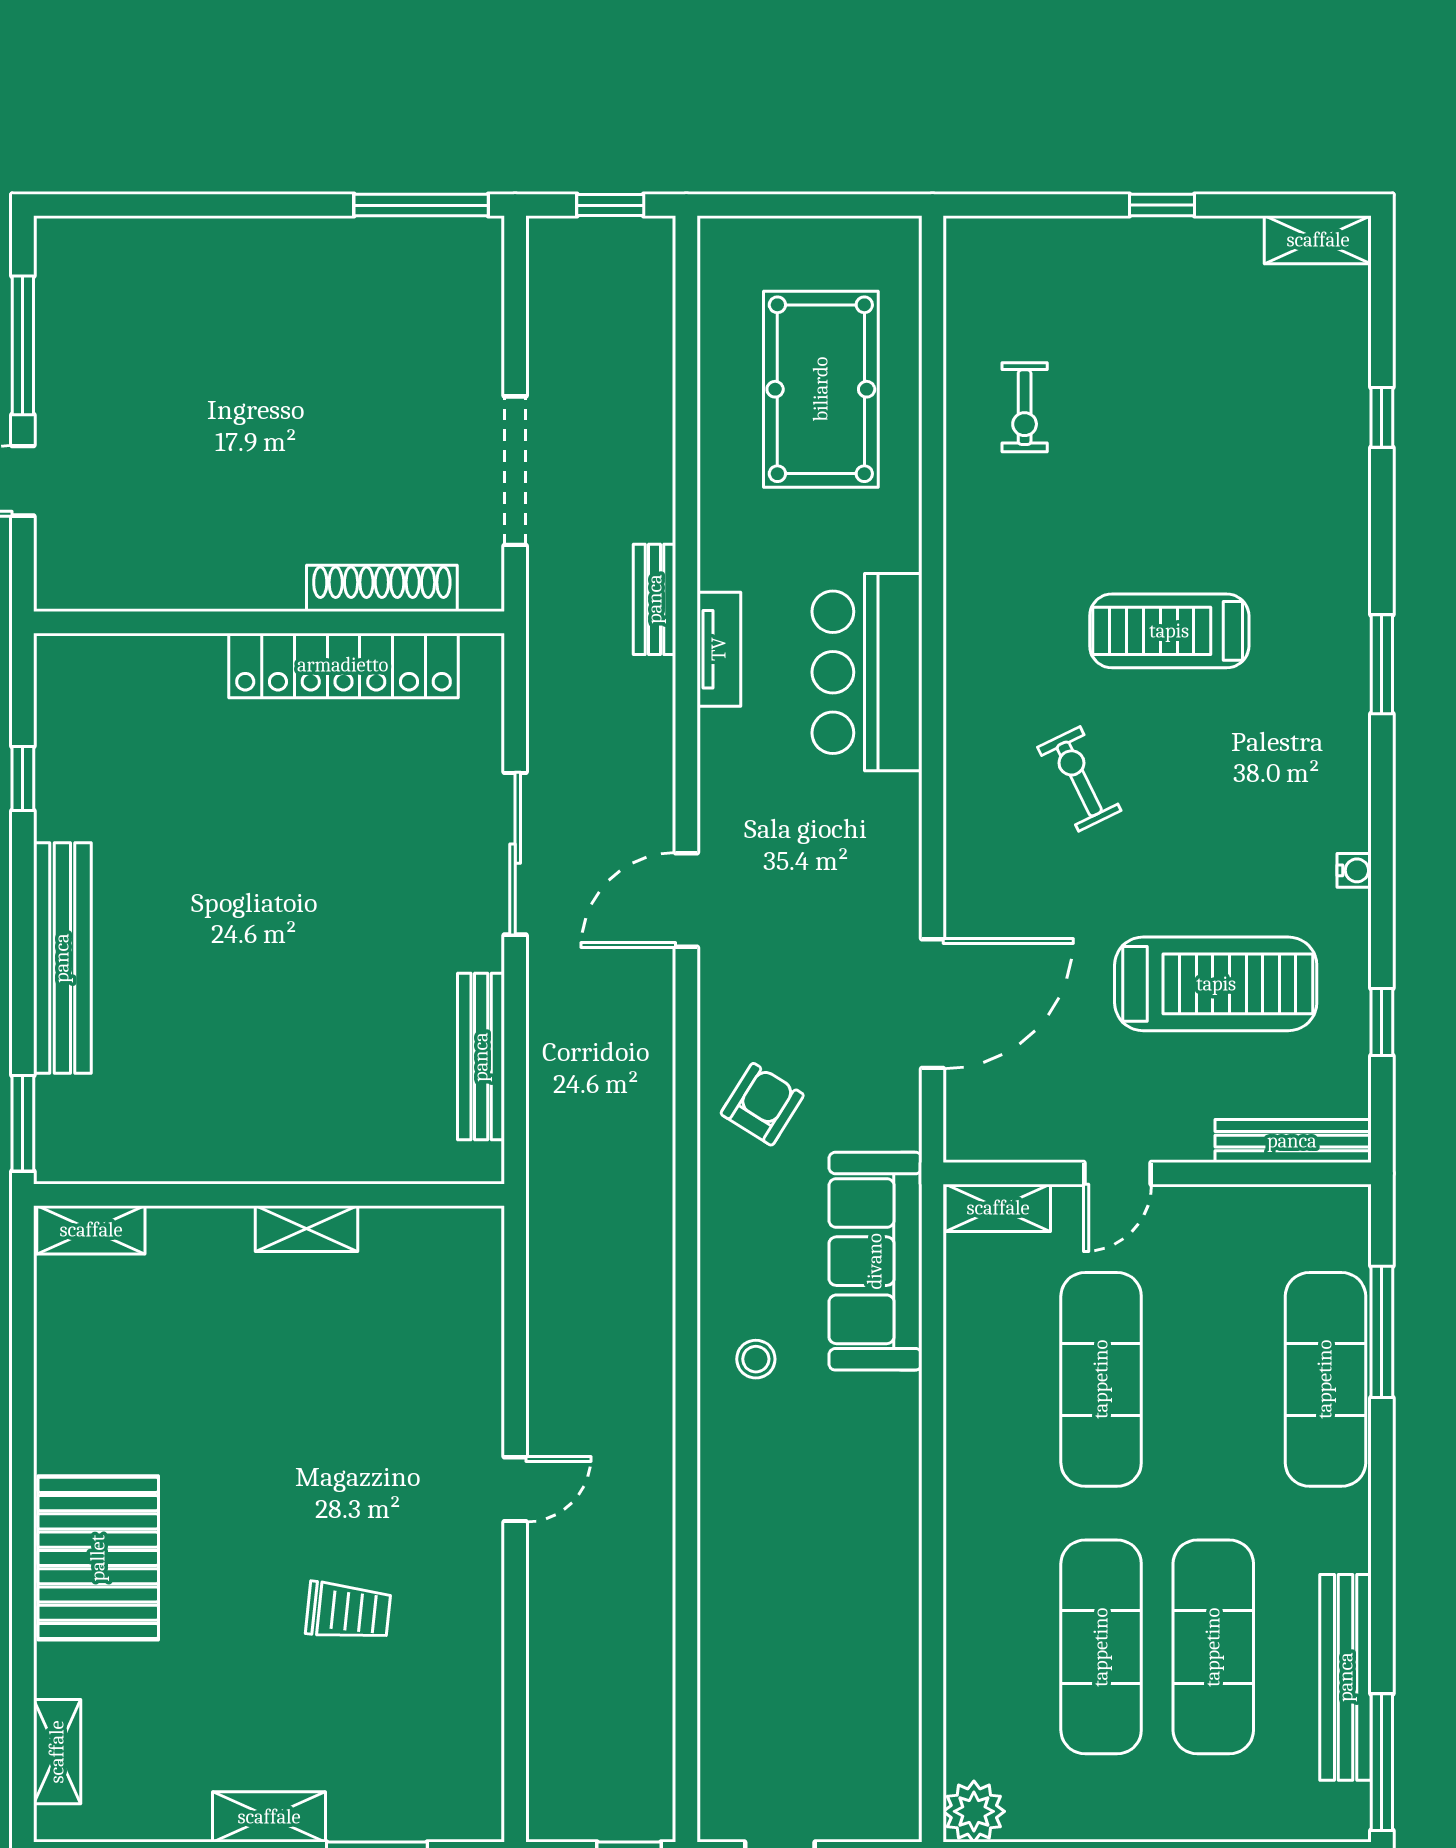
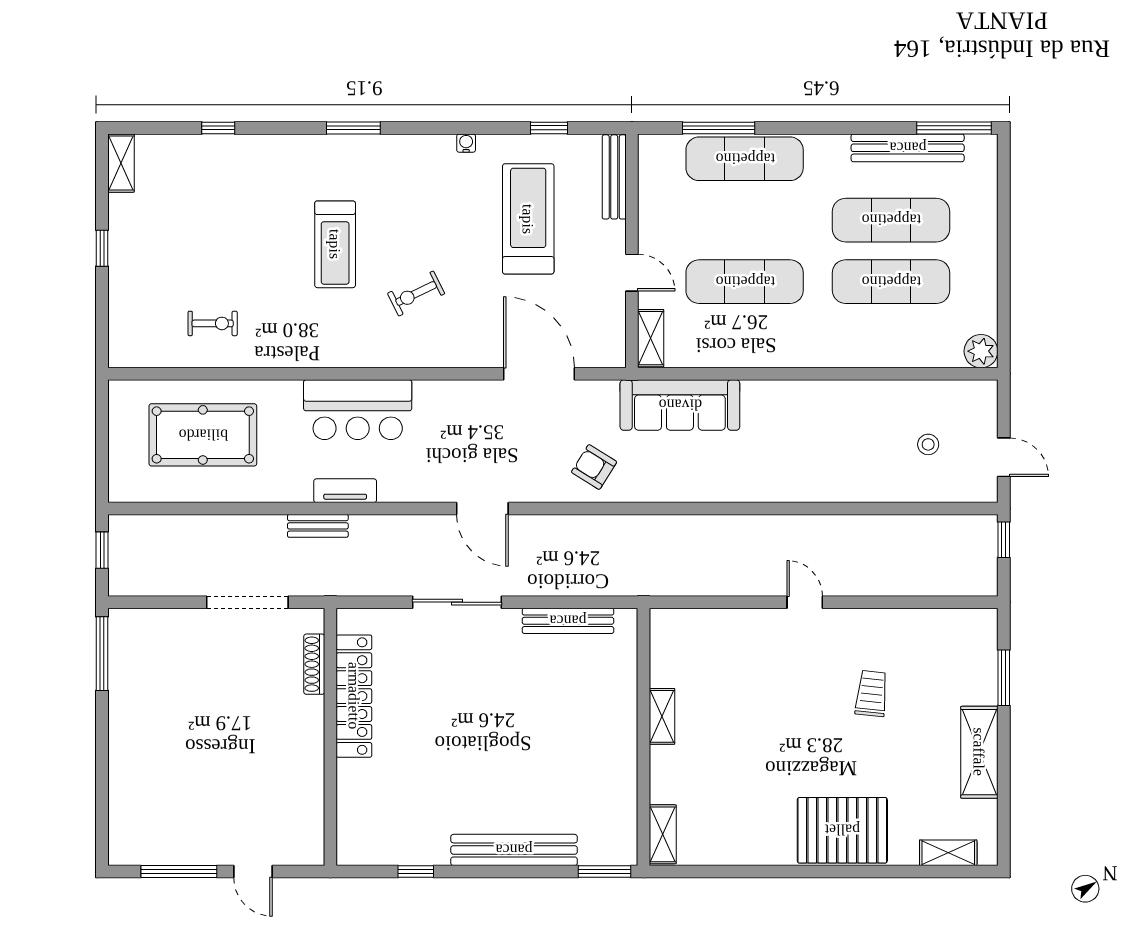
shoe rack: (382, 588) -> (314, 664), width x0.74, depth x0.81
stool: (756, 1359) -> (928, 444), moved
shelving: (269, 1817) -> (979, 752), width x1.50, depth x1.33

